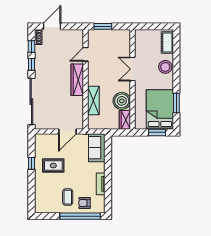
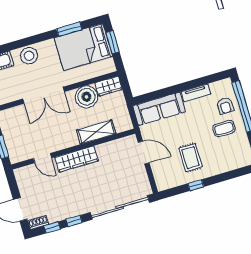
double door: (132, 69) -> (43, 95), width x1.37
sofa: (97, 148) -> (159, 109), width x1.36

